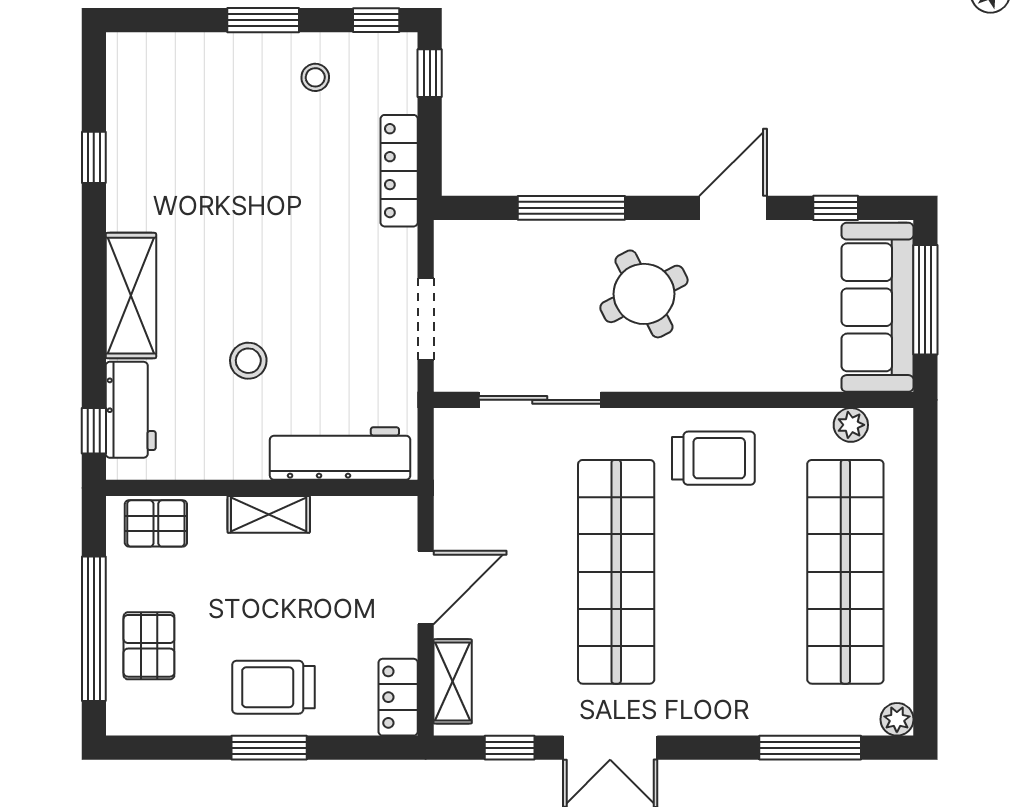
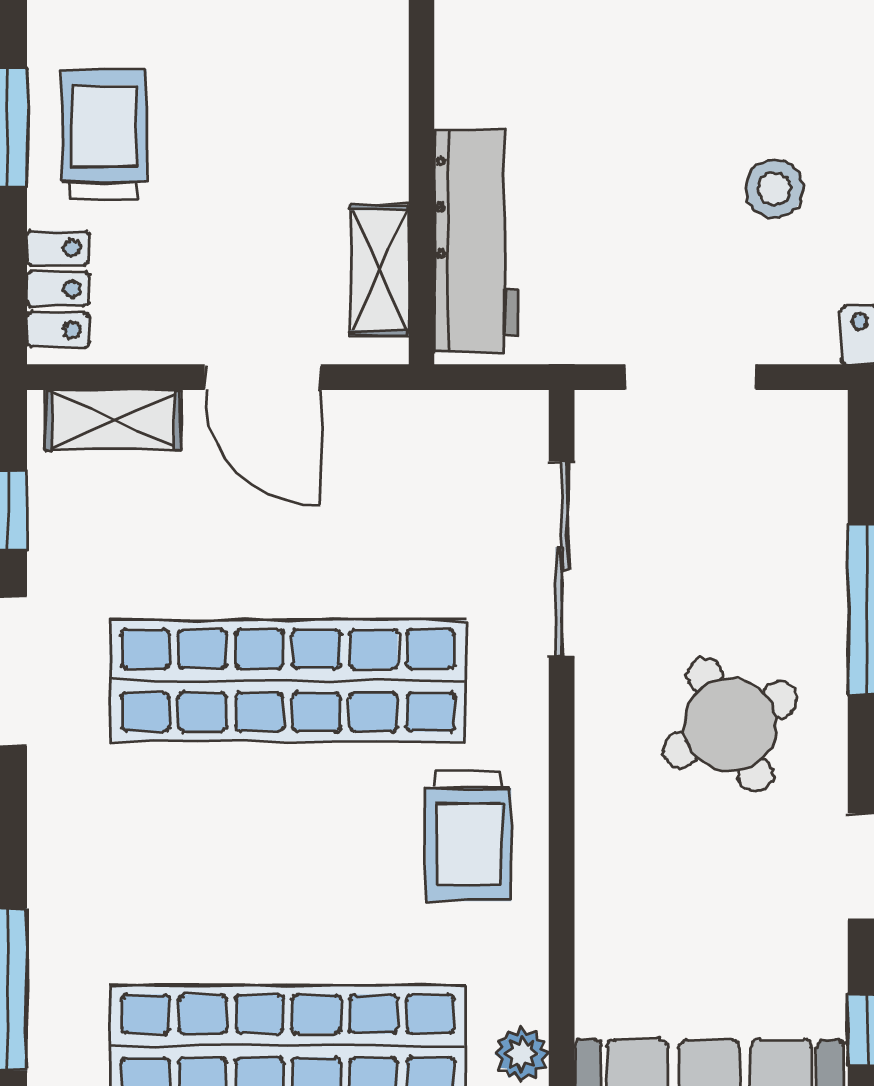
stool: (248, 361) -> (774, 188), moved
shelving: (269, 514) -> (379, 270), moved
locker: (398, 697) -> (58, 289), moved, turned 90

